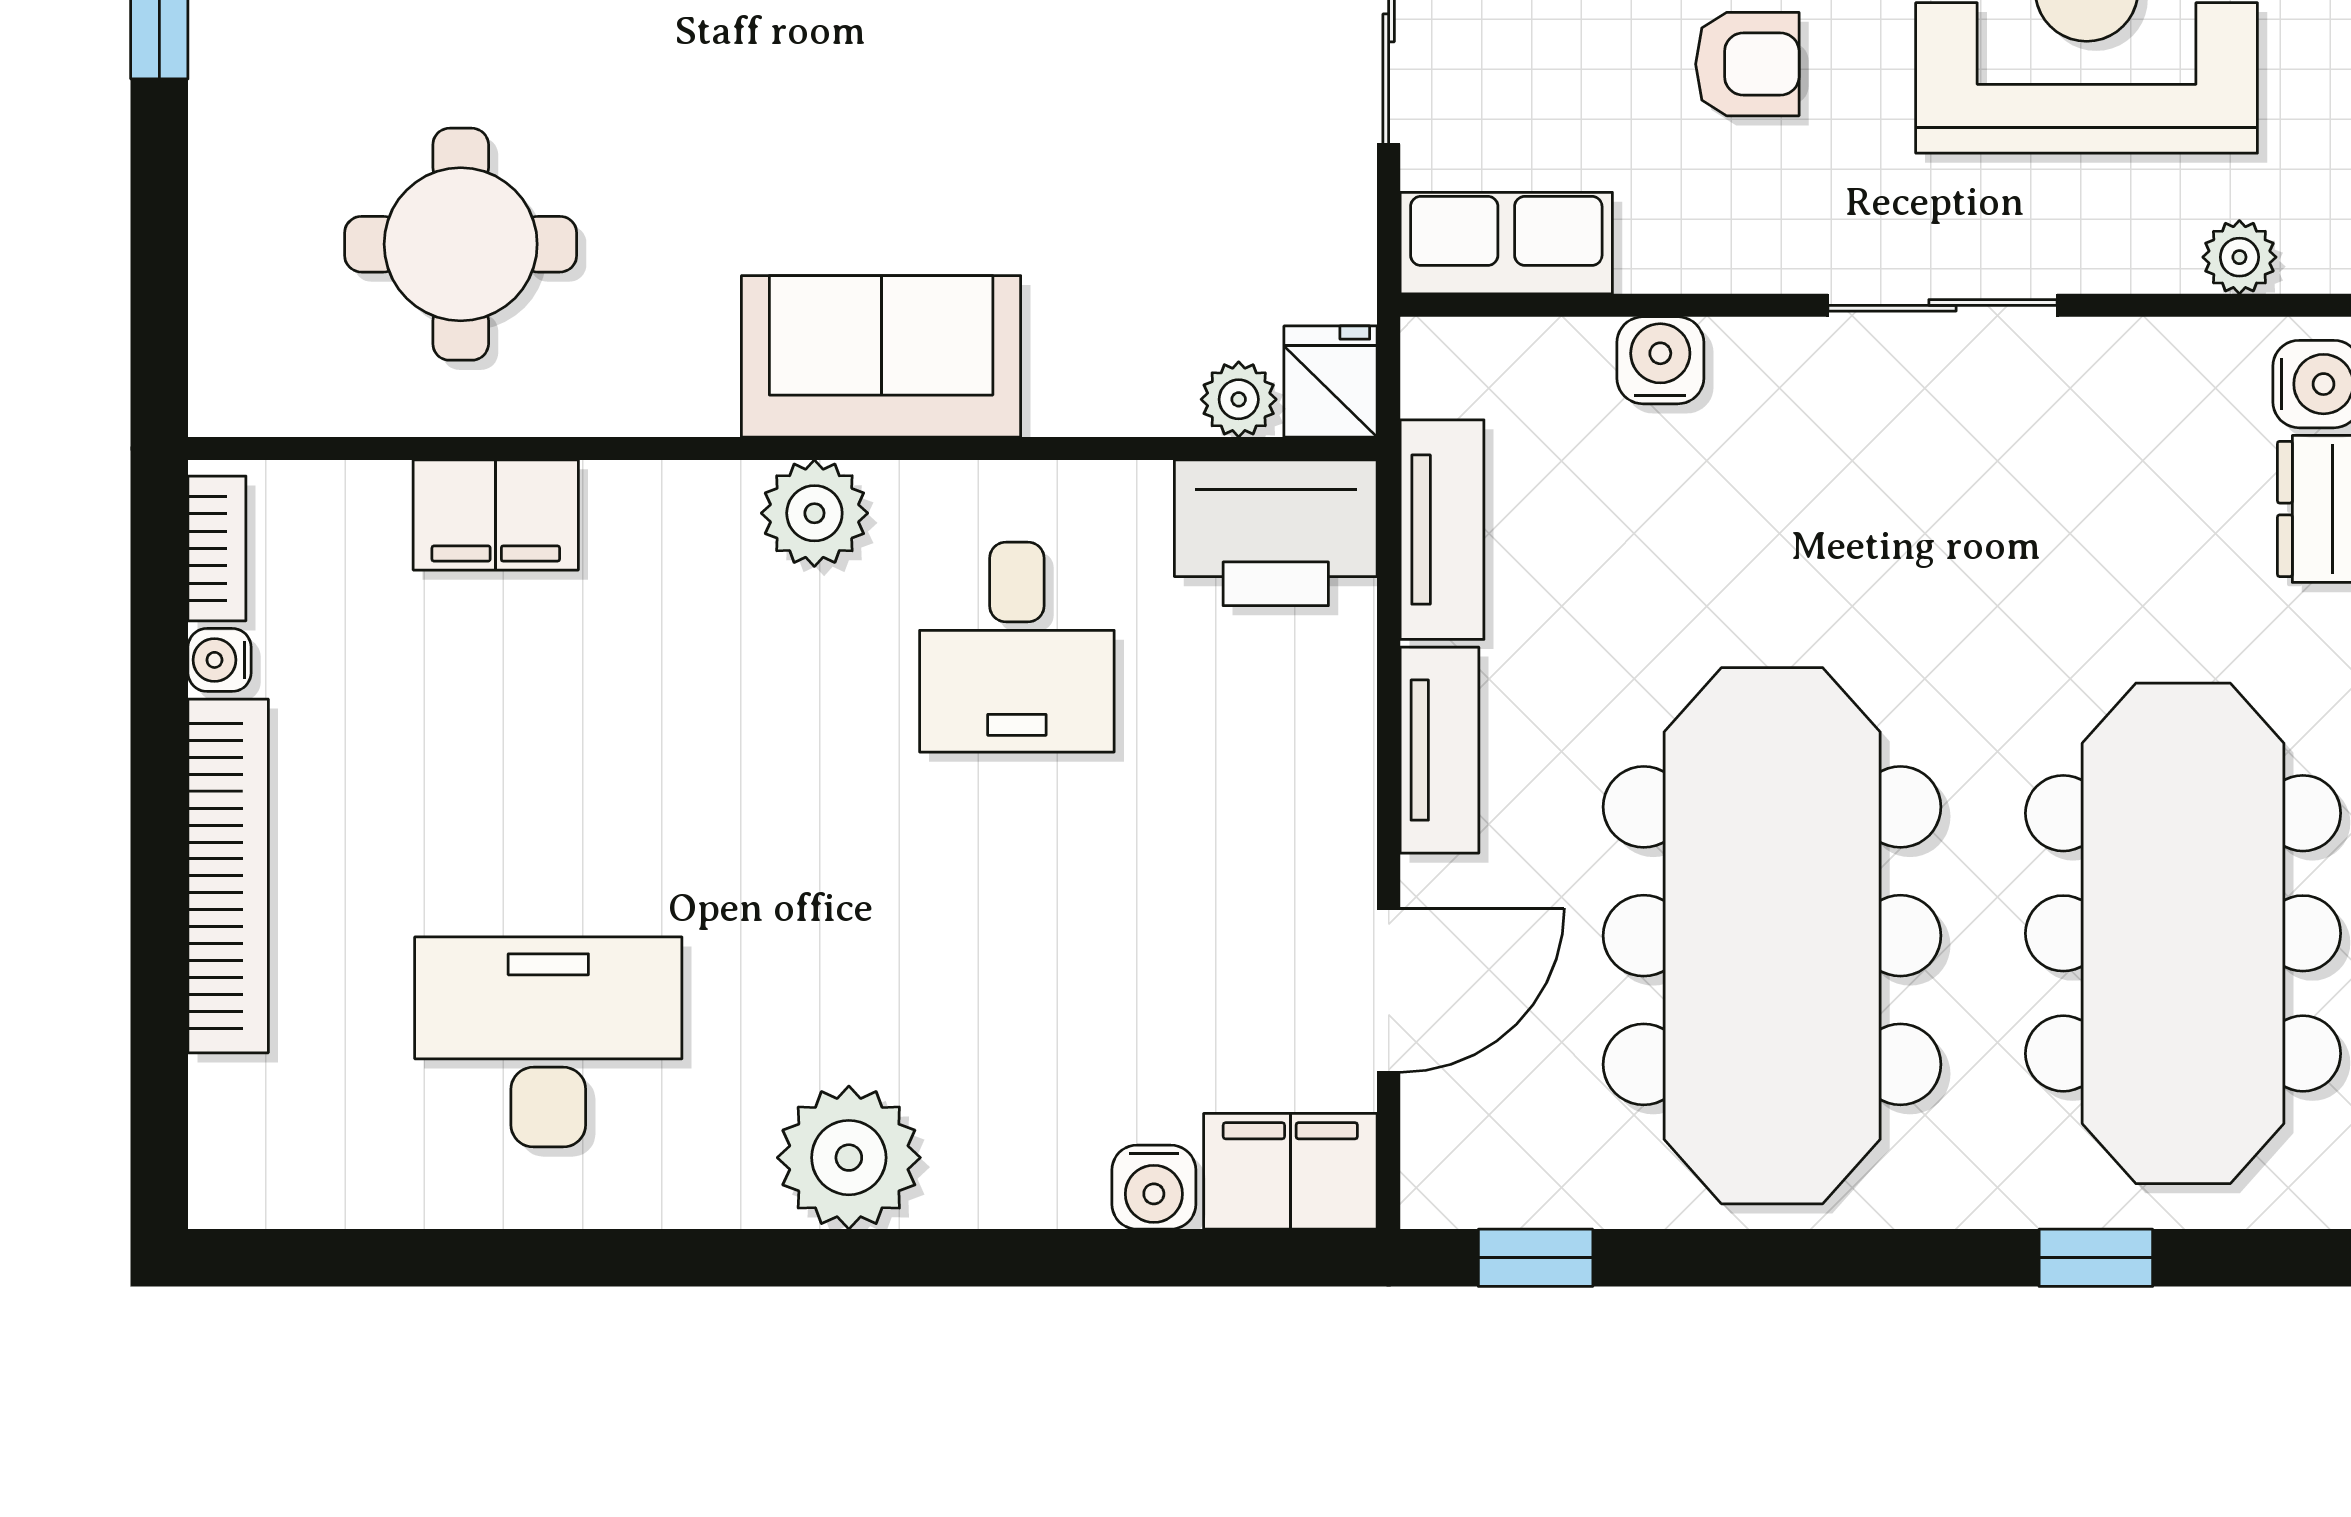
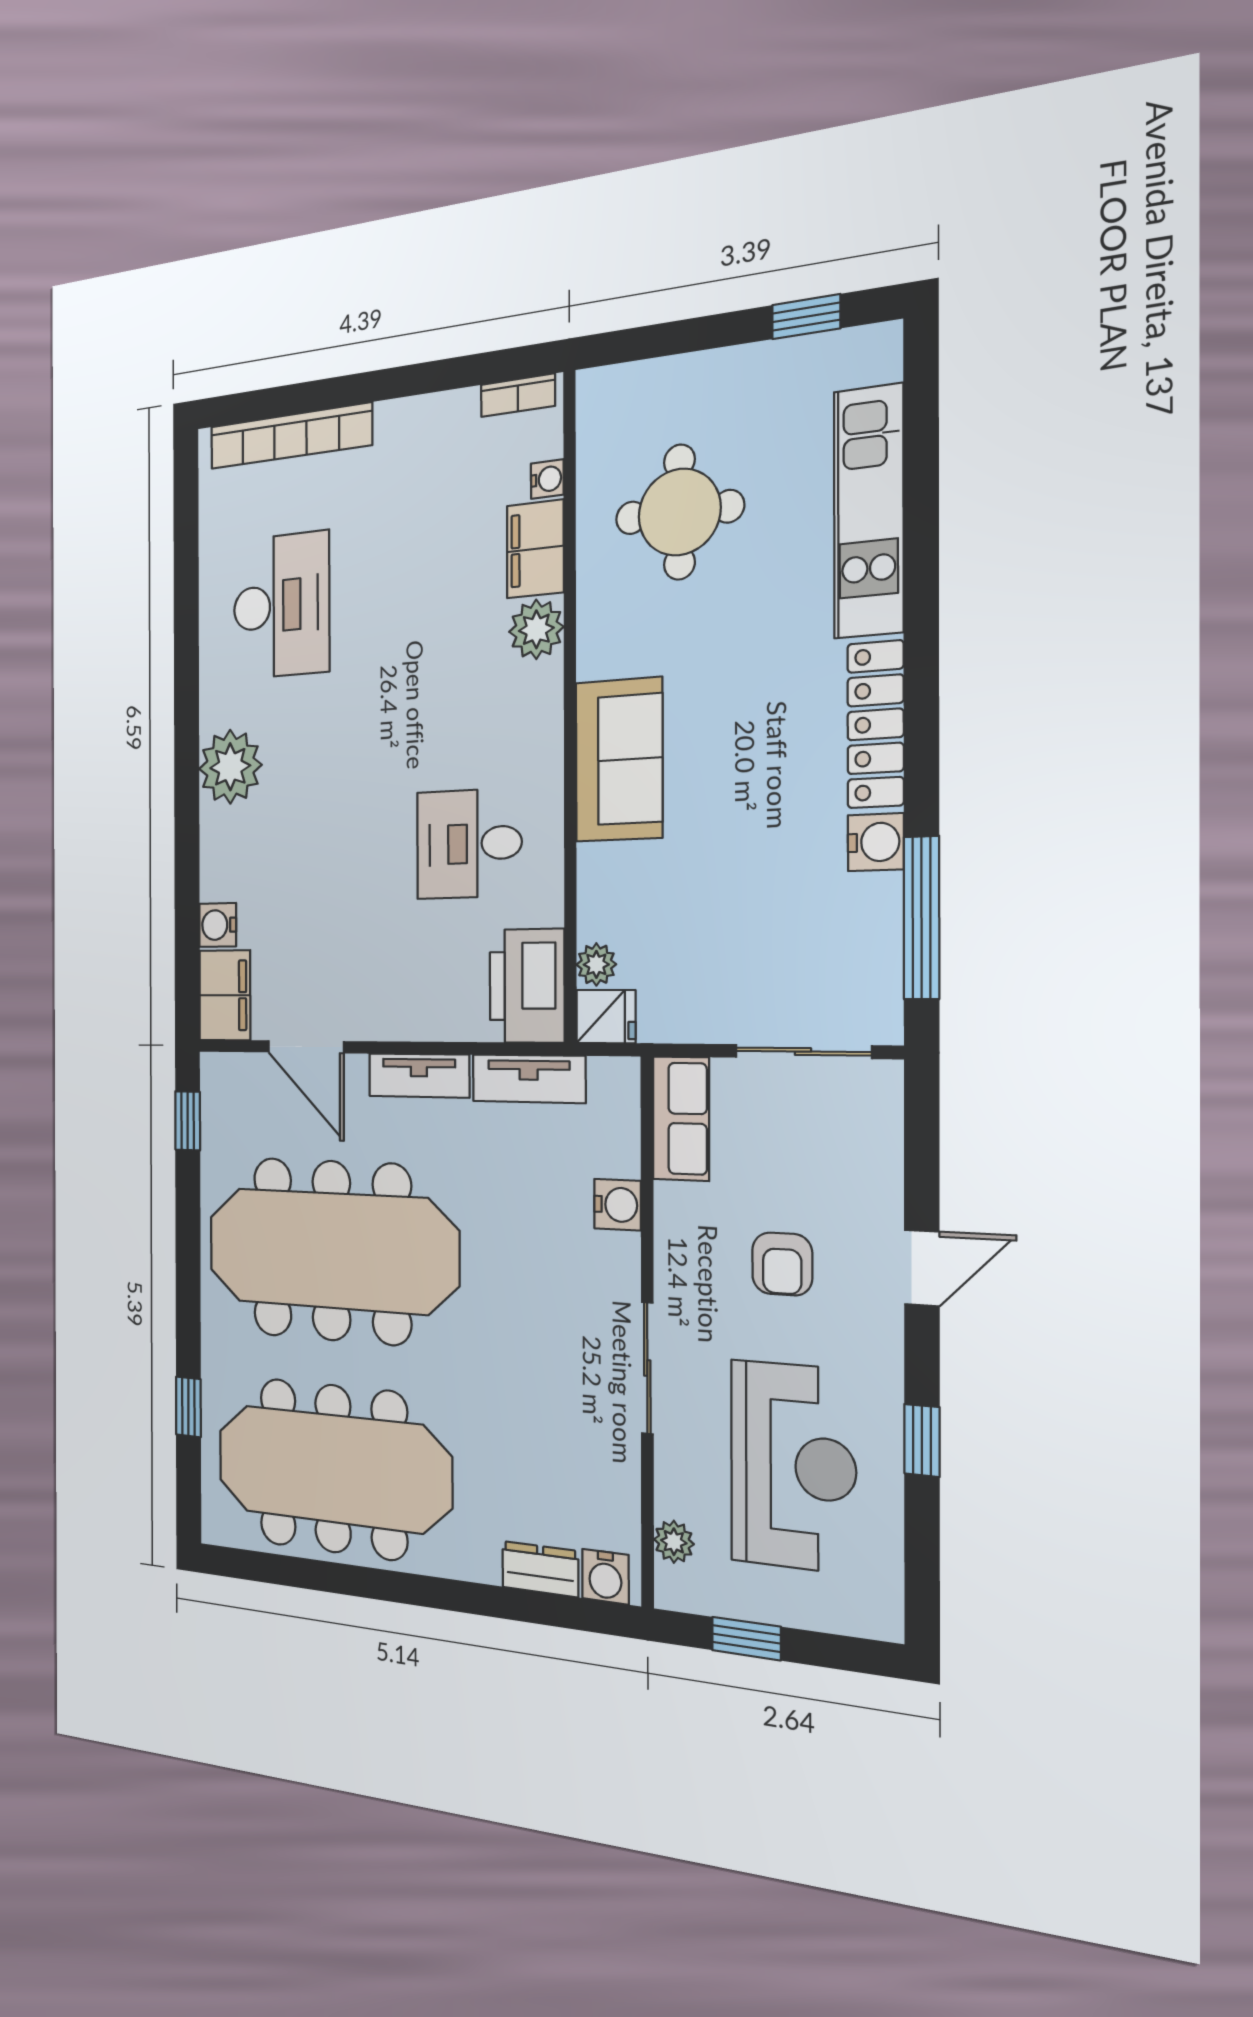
plant: (814, 513) -> (536, 629), moved
water cooler: (220, 660) -> (547, 479), moved, turned 90
bookcase: (228, 876) -> (290, 436), moved

